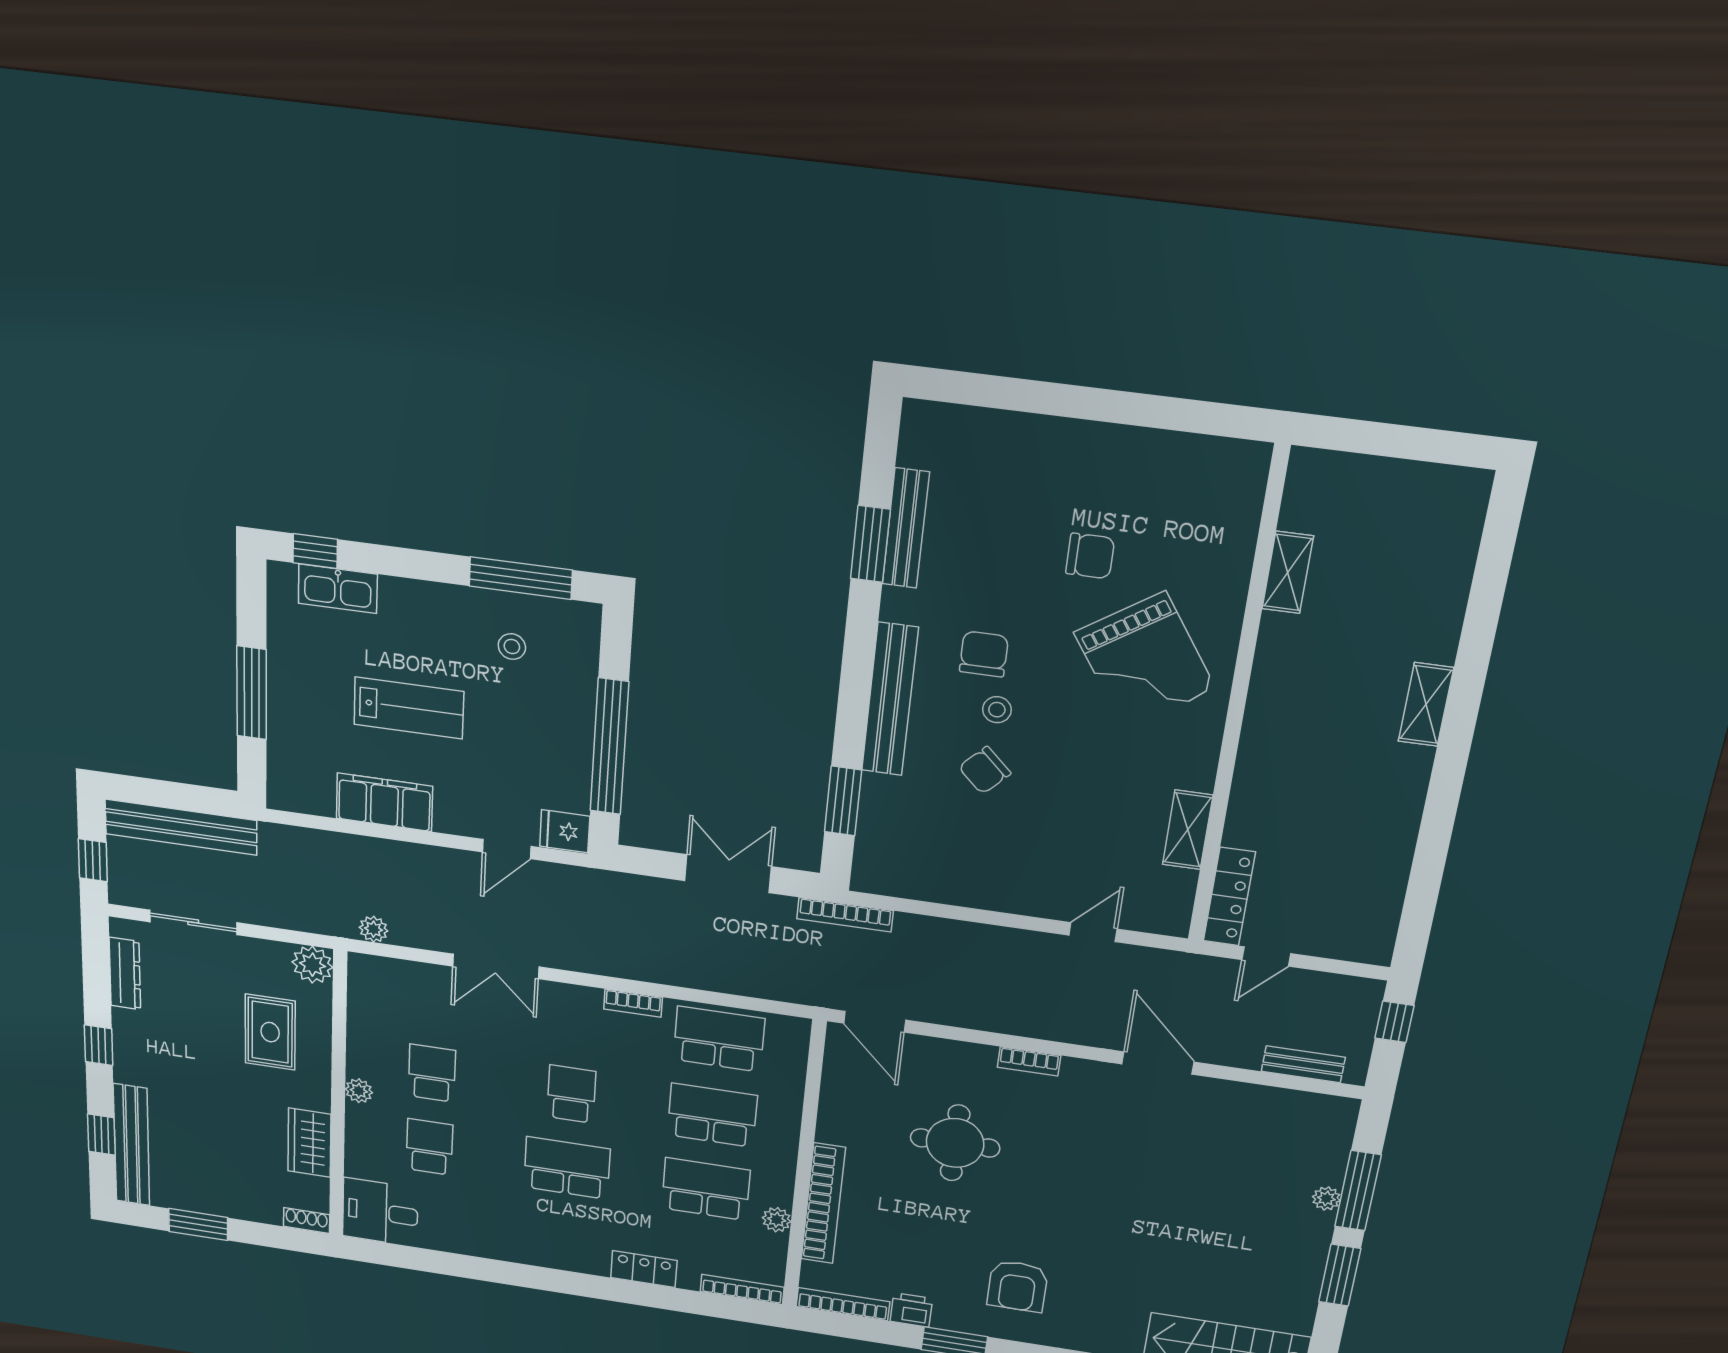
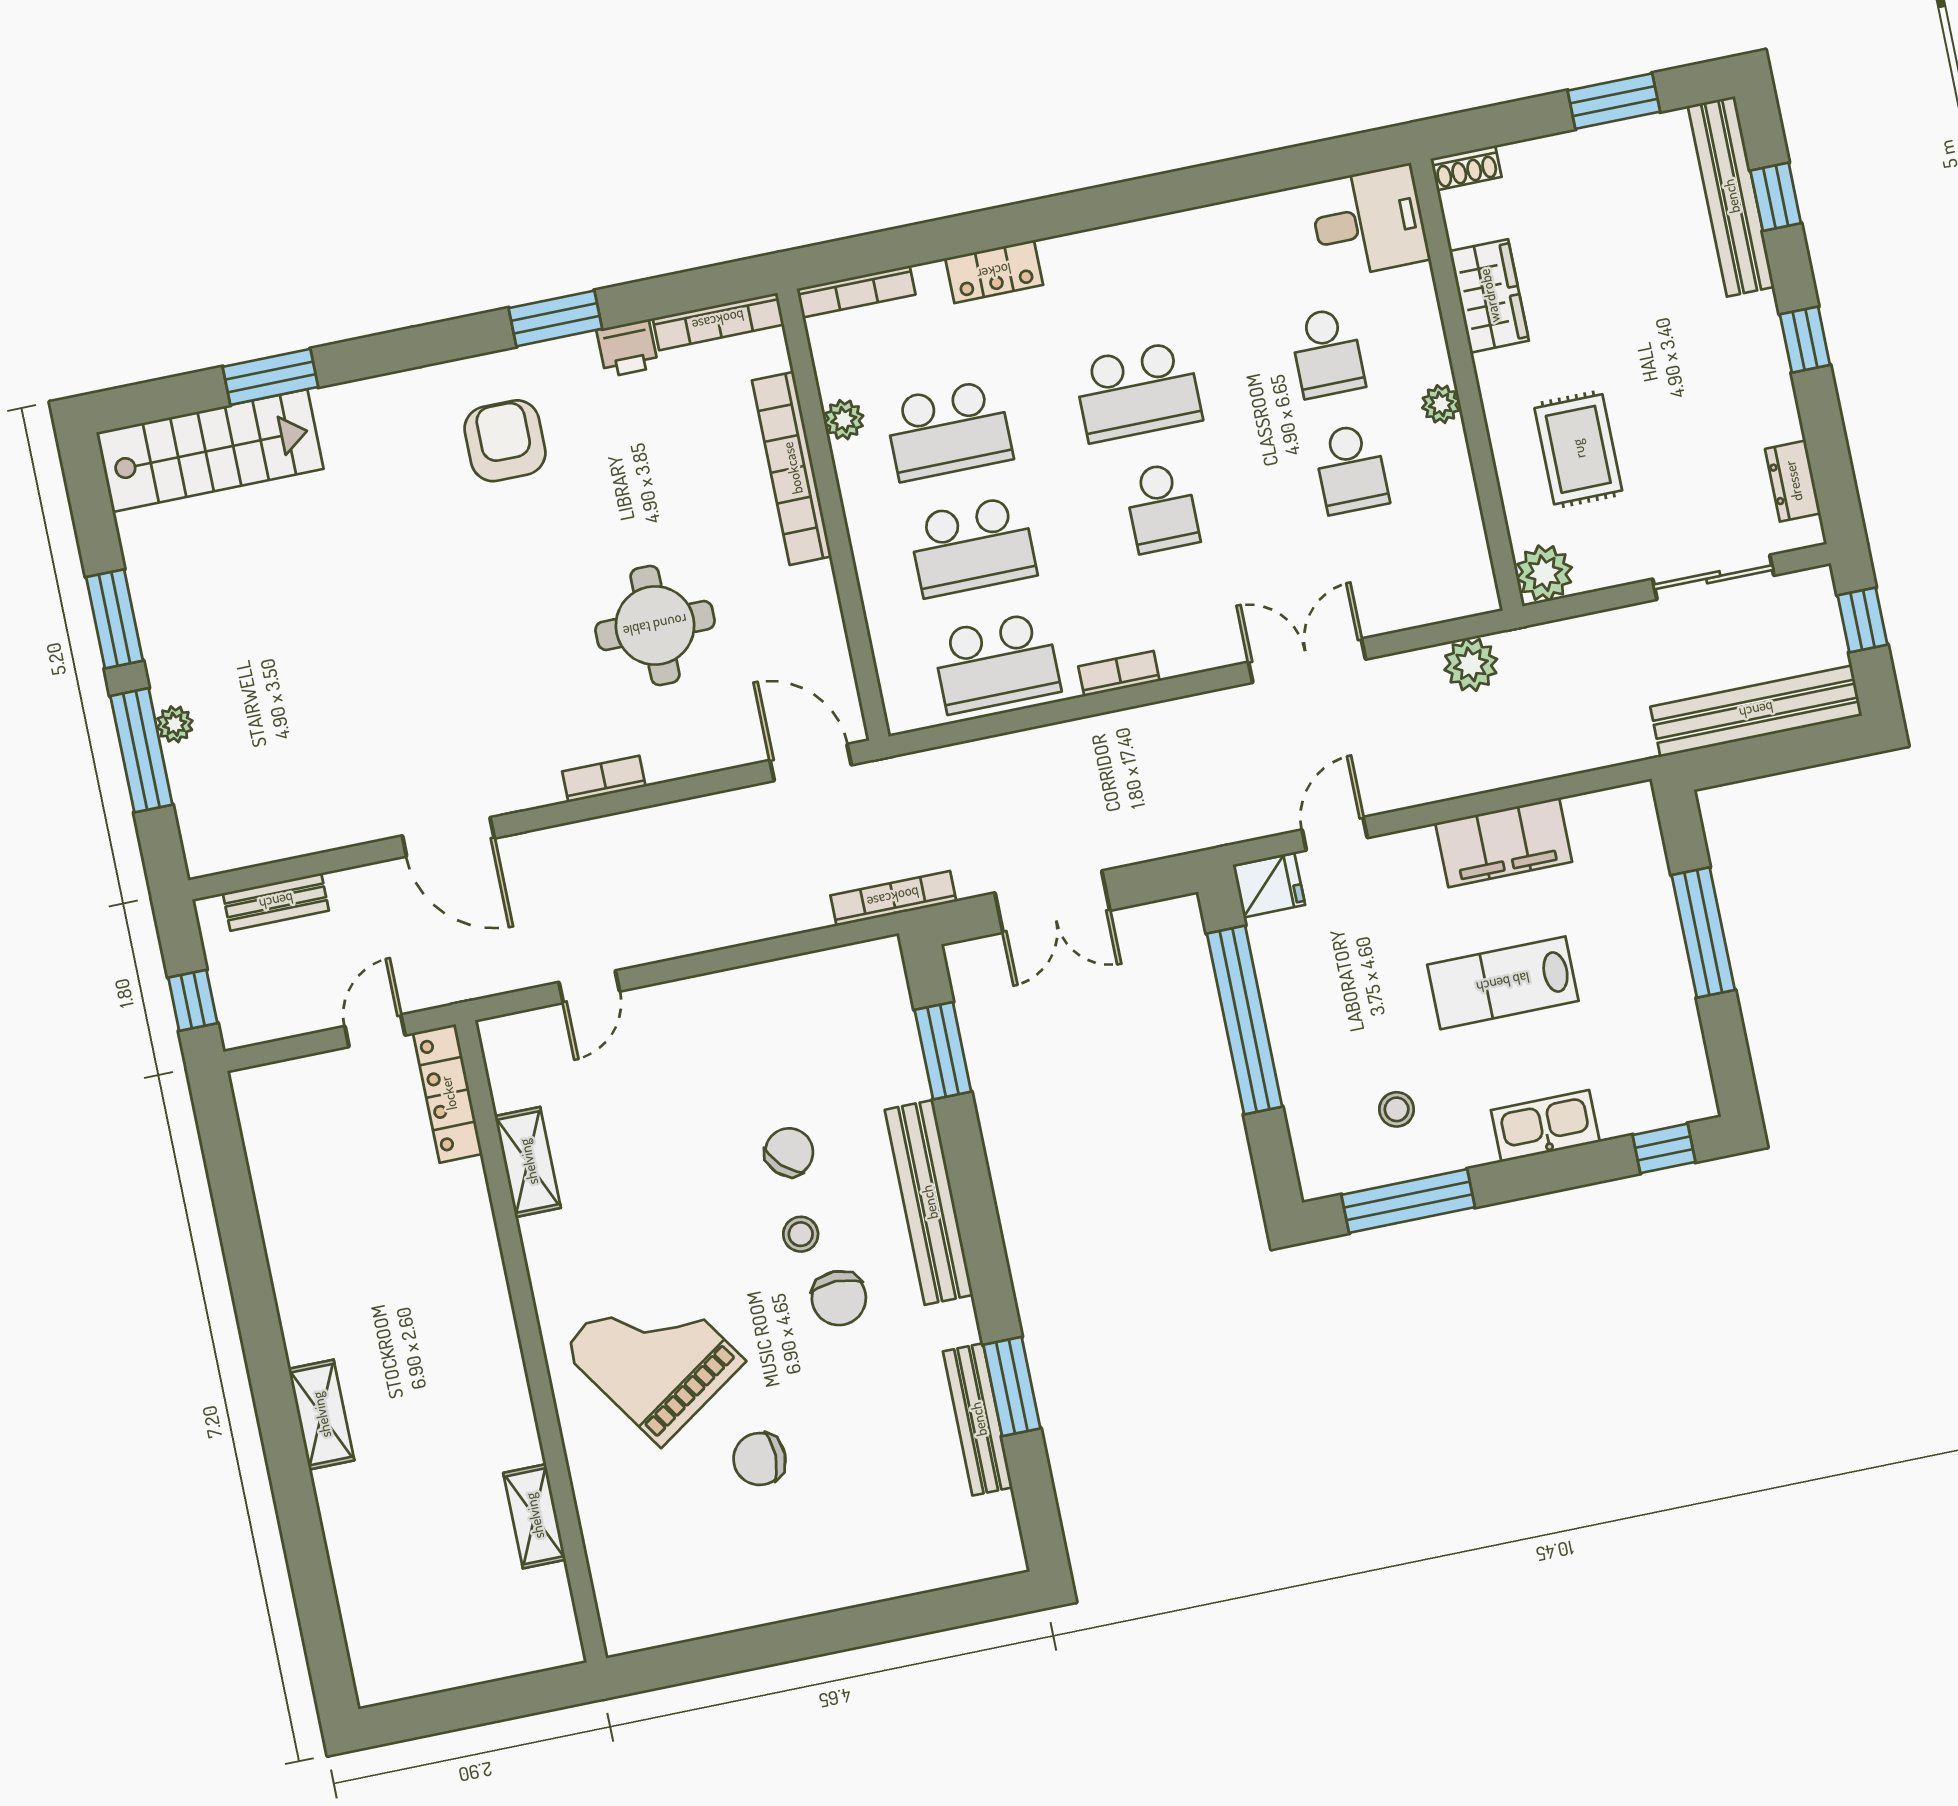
kitchen sink: (338, 589) -> (1545, 1126), moved
plant: (374, 929) -> (1471, 664), width x1.38, depth x1.38
dresser: (125, 974) -> (1793, 481), width x0.70

